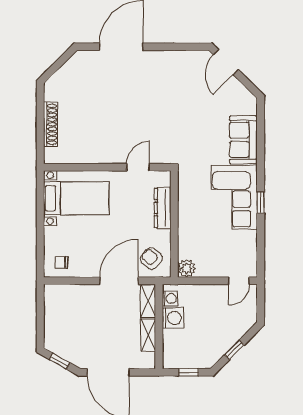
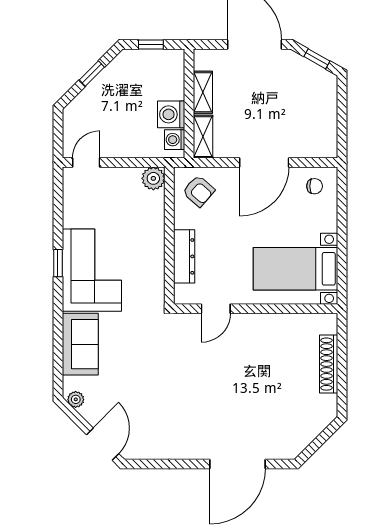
plant: (247, 97) -> (76, 399), added
door: (119, 281) -> (264, 162), moved

